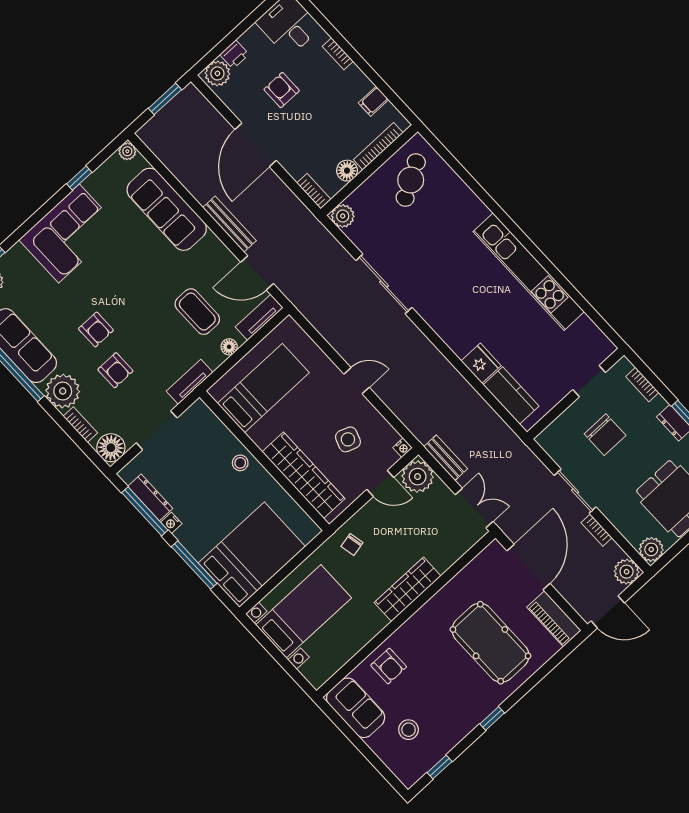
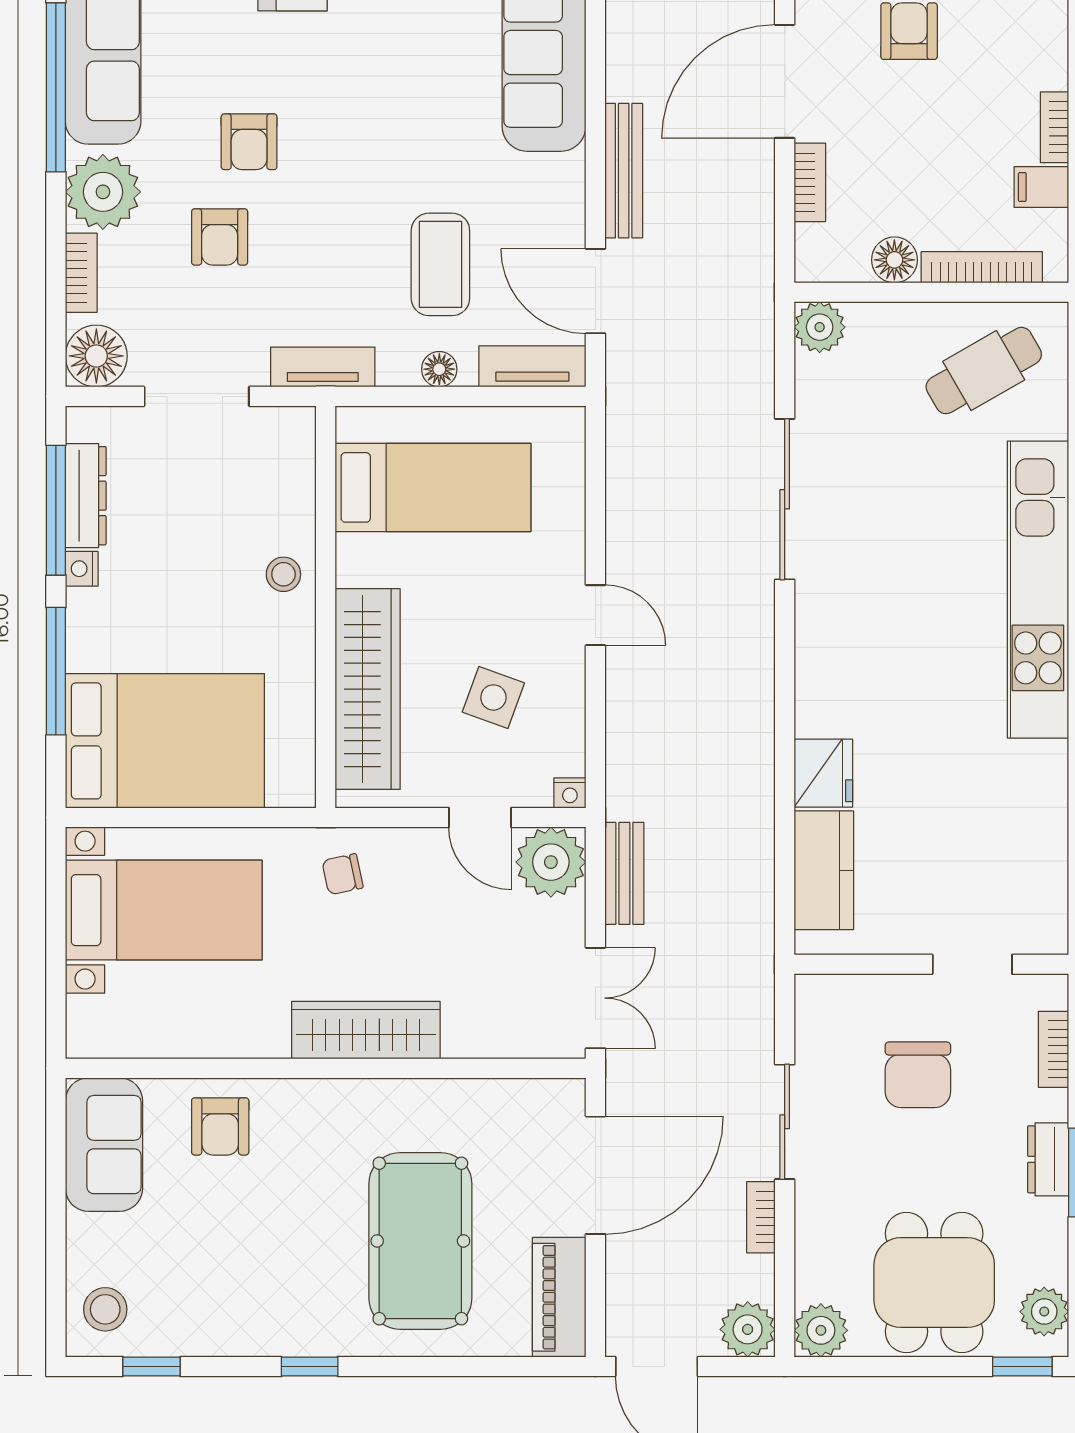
bookcase: (338, 54) -> (1054, 127), moved
bookcase: (314, 191) -> (810, 182), moved
kitchen unit: (529, 272) -> (1038, 590), moved
stool: (409, 730) -> (105, 1309), moved

